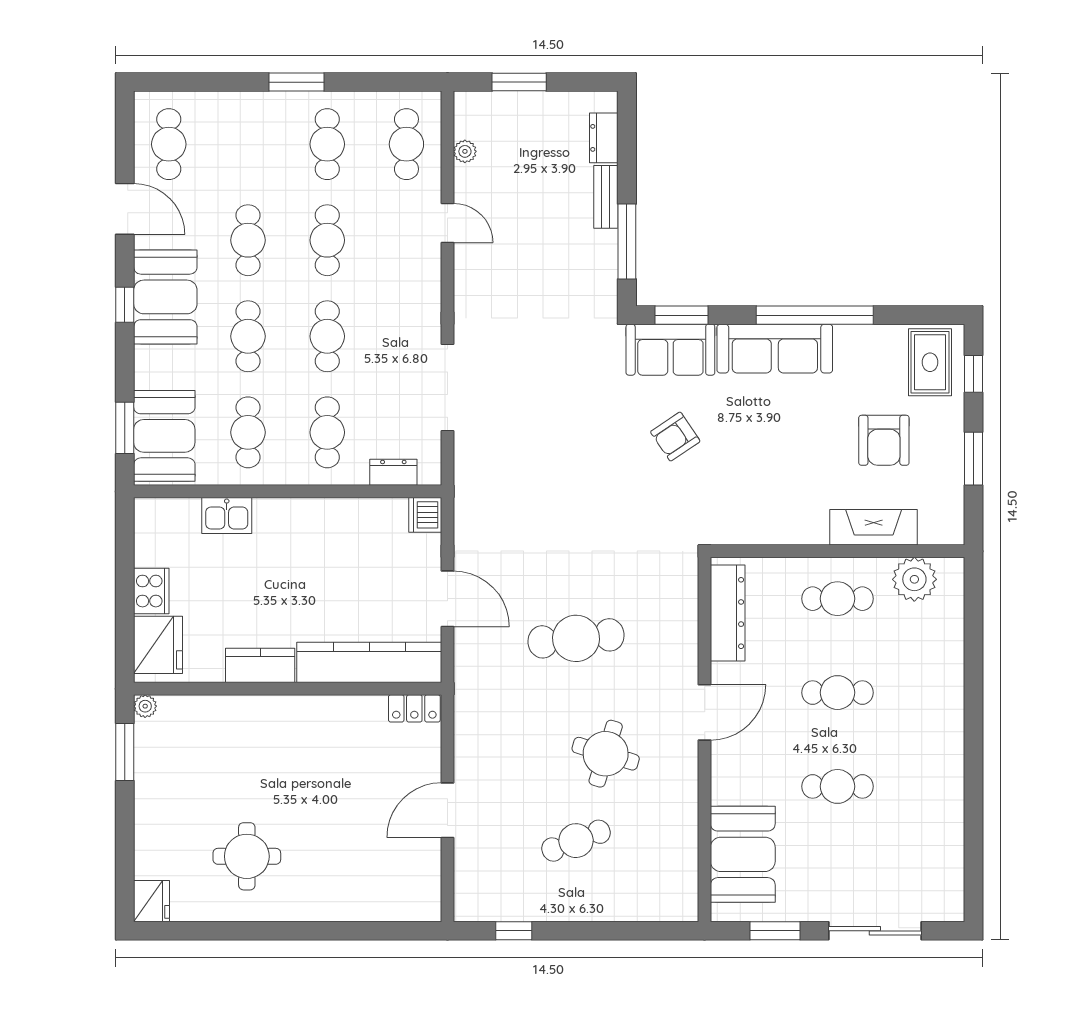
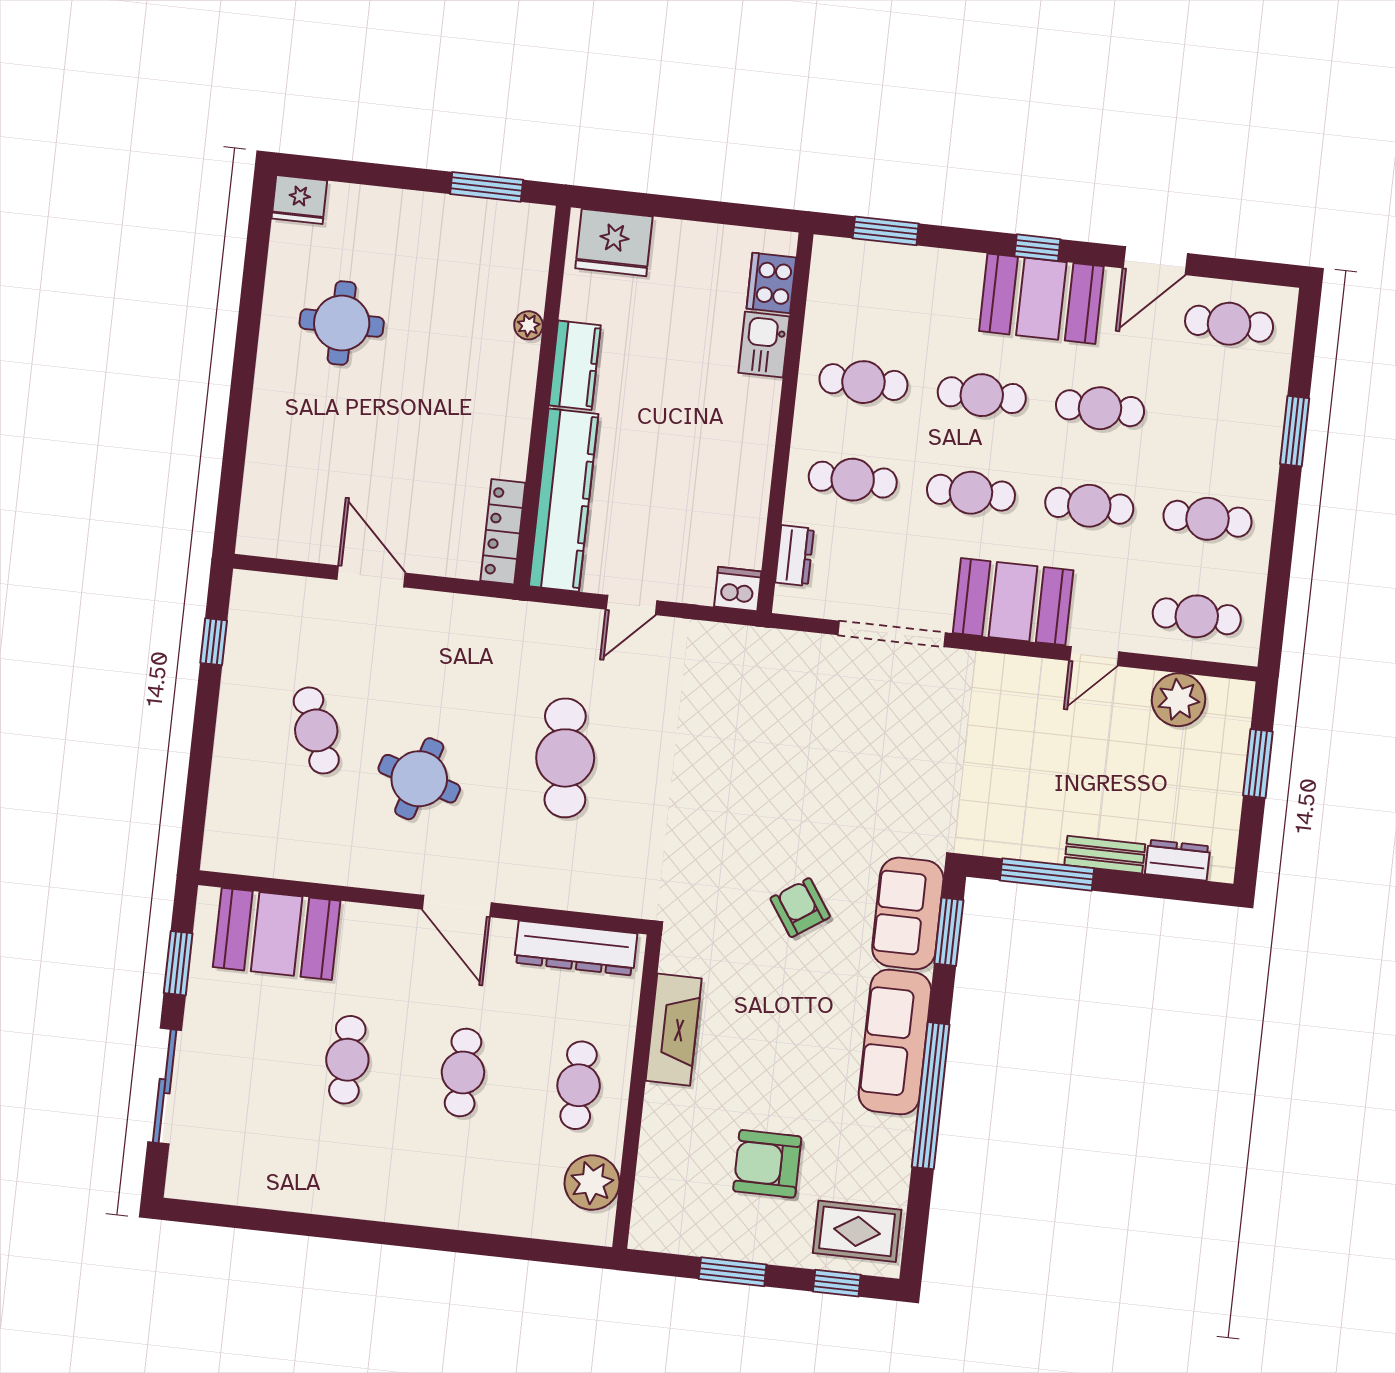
window: (296, 82) -> (1295, 431), moved
plant: (465, 151) -> (1178, 700), width x1.88, depth x1.88
booth: (164, 436) -> (1013, 602), moved
fireplace: (874, 527) -> (674, 1030), moved
cooker: (151, 591) -> (771, 283), moved, turned 90
door: (447, 599) -> (631, 605), width x0.73
plant: (145, 706) -> (528, 325), moved
locker: (414, 708) -> (503, 532), width x1.53

